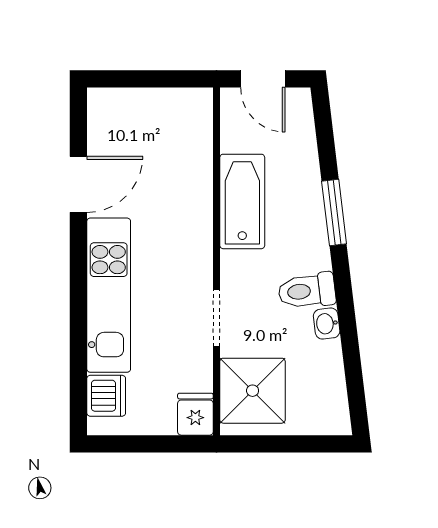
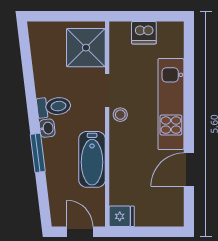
stool: (194, 277) -> (120, 115), added
washbasin: (327, 324) -> (47, 128), moved
dishwasher: (106, 396) -> (144, 33), moved, turned -90
fridge: (195, 414) -> (122, 216), moved, turned -90

